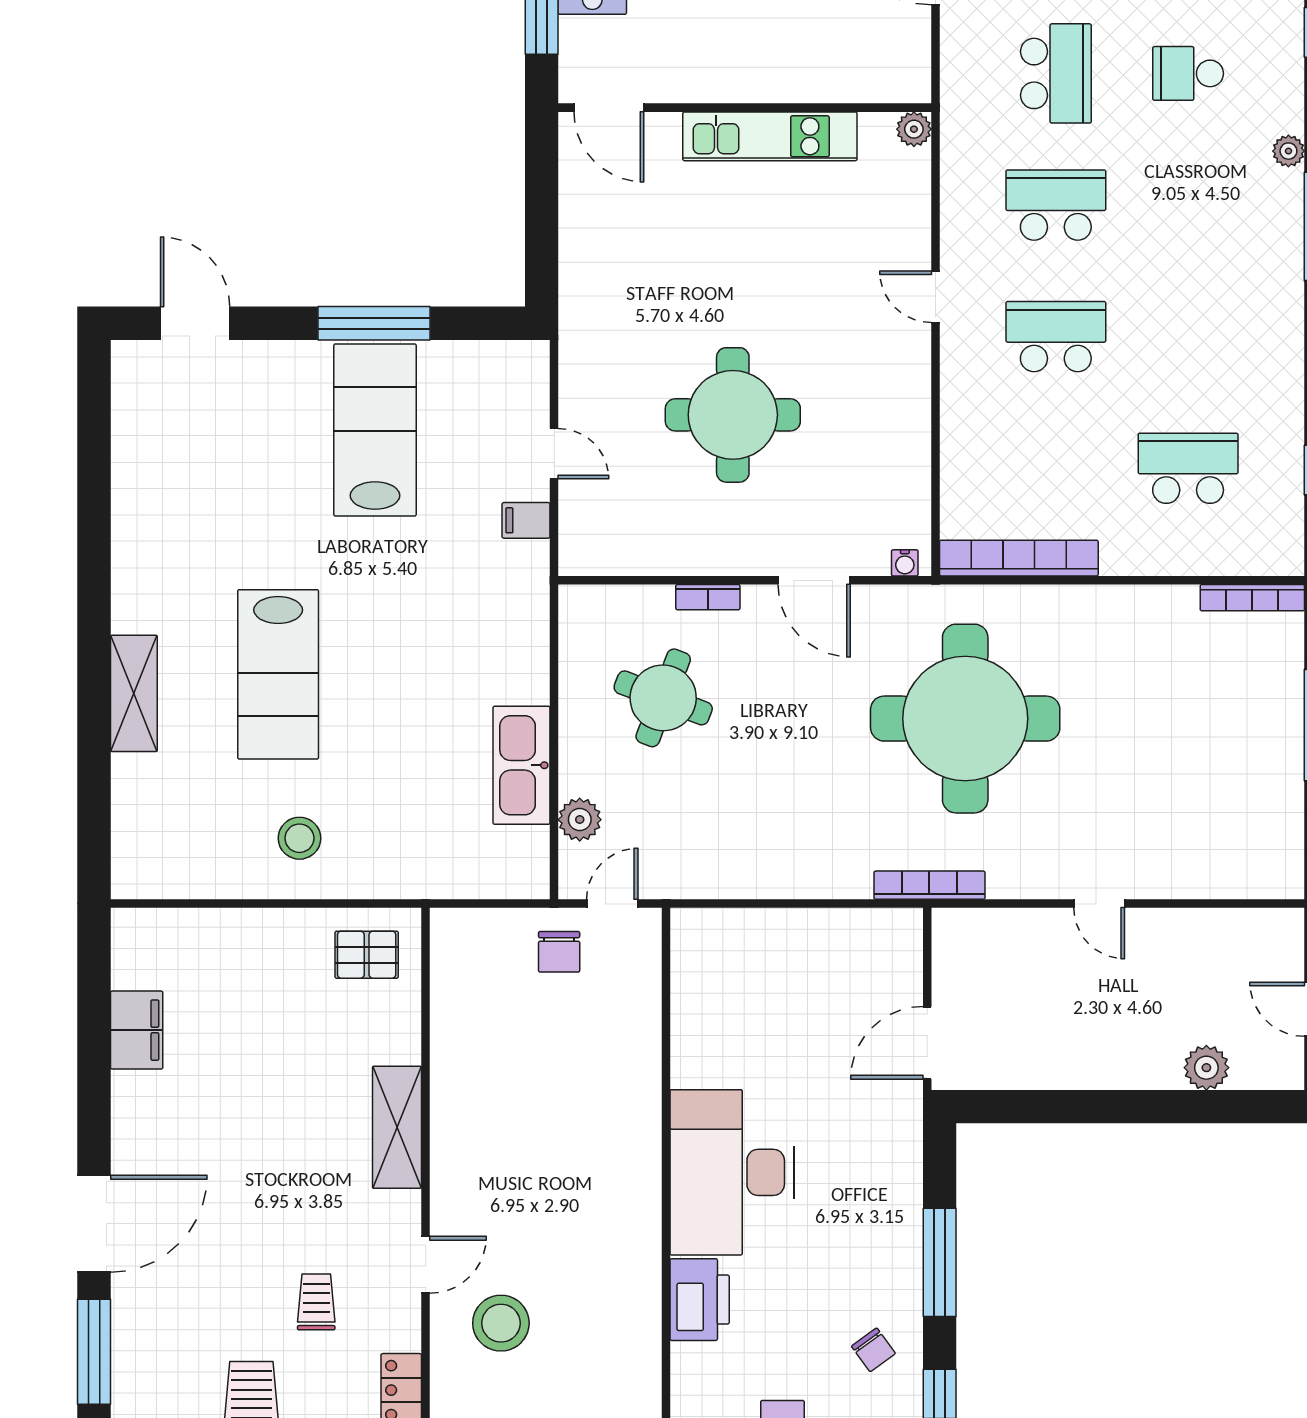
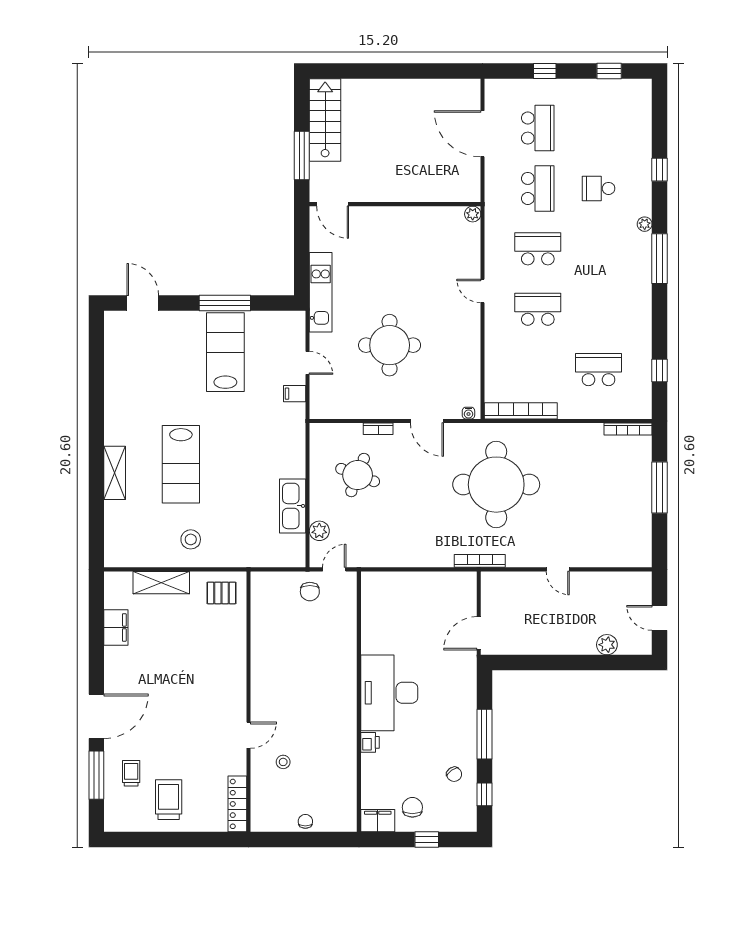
kitchen unit: (770, 136) -> (321, 292), moved, turned -90
shelving: (397, 1127) -> (161, 583), moved, turned 90
printer: (700, 1300) -> (370, 742), width x0.53, depth x0.68
trolley: (316, 1302) -> (131, 773), moved
stool: (501, 1323) -> (283, 762), width x0.53, depth x0.53

